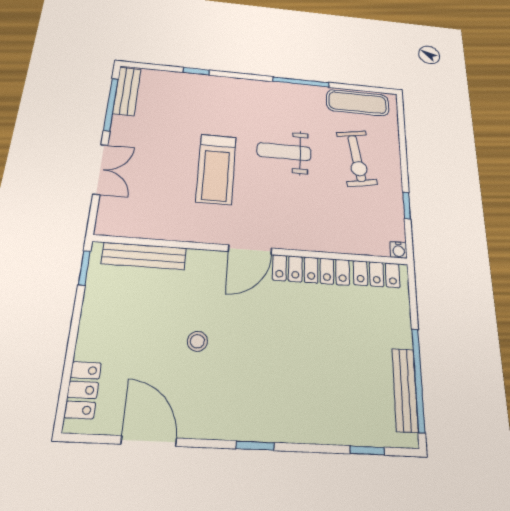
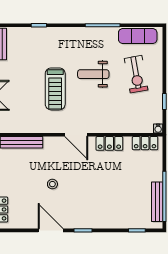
door: (250, 250) -> (76, 135), hinge flipped
locker: (311, 270) -> (109, 143), width x0.66
door: (149, 441) -> (51, 230), moved

